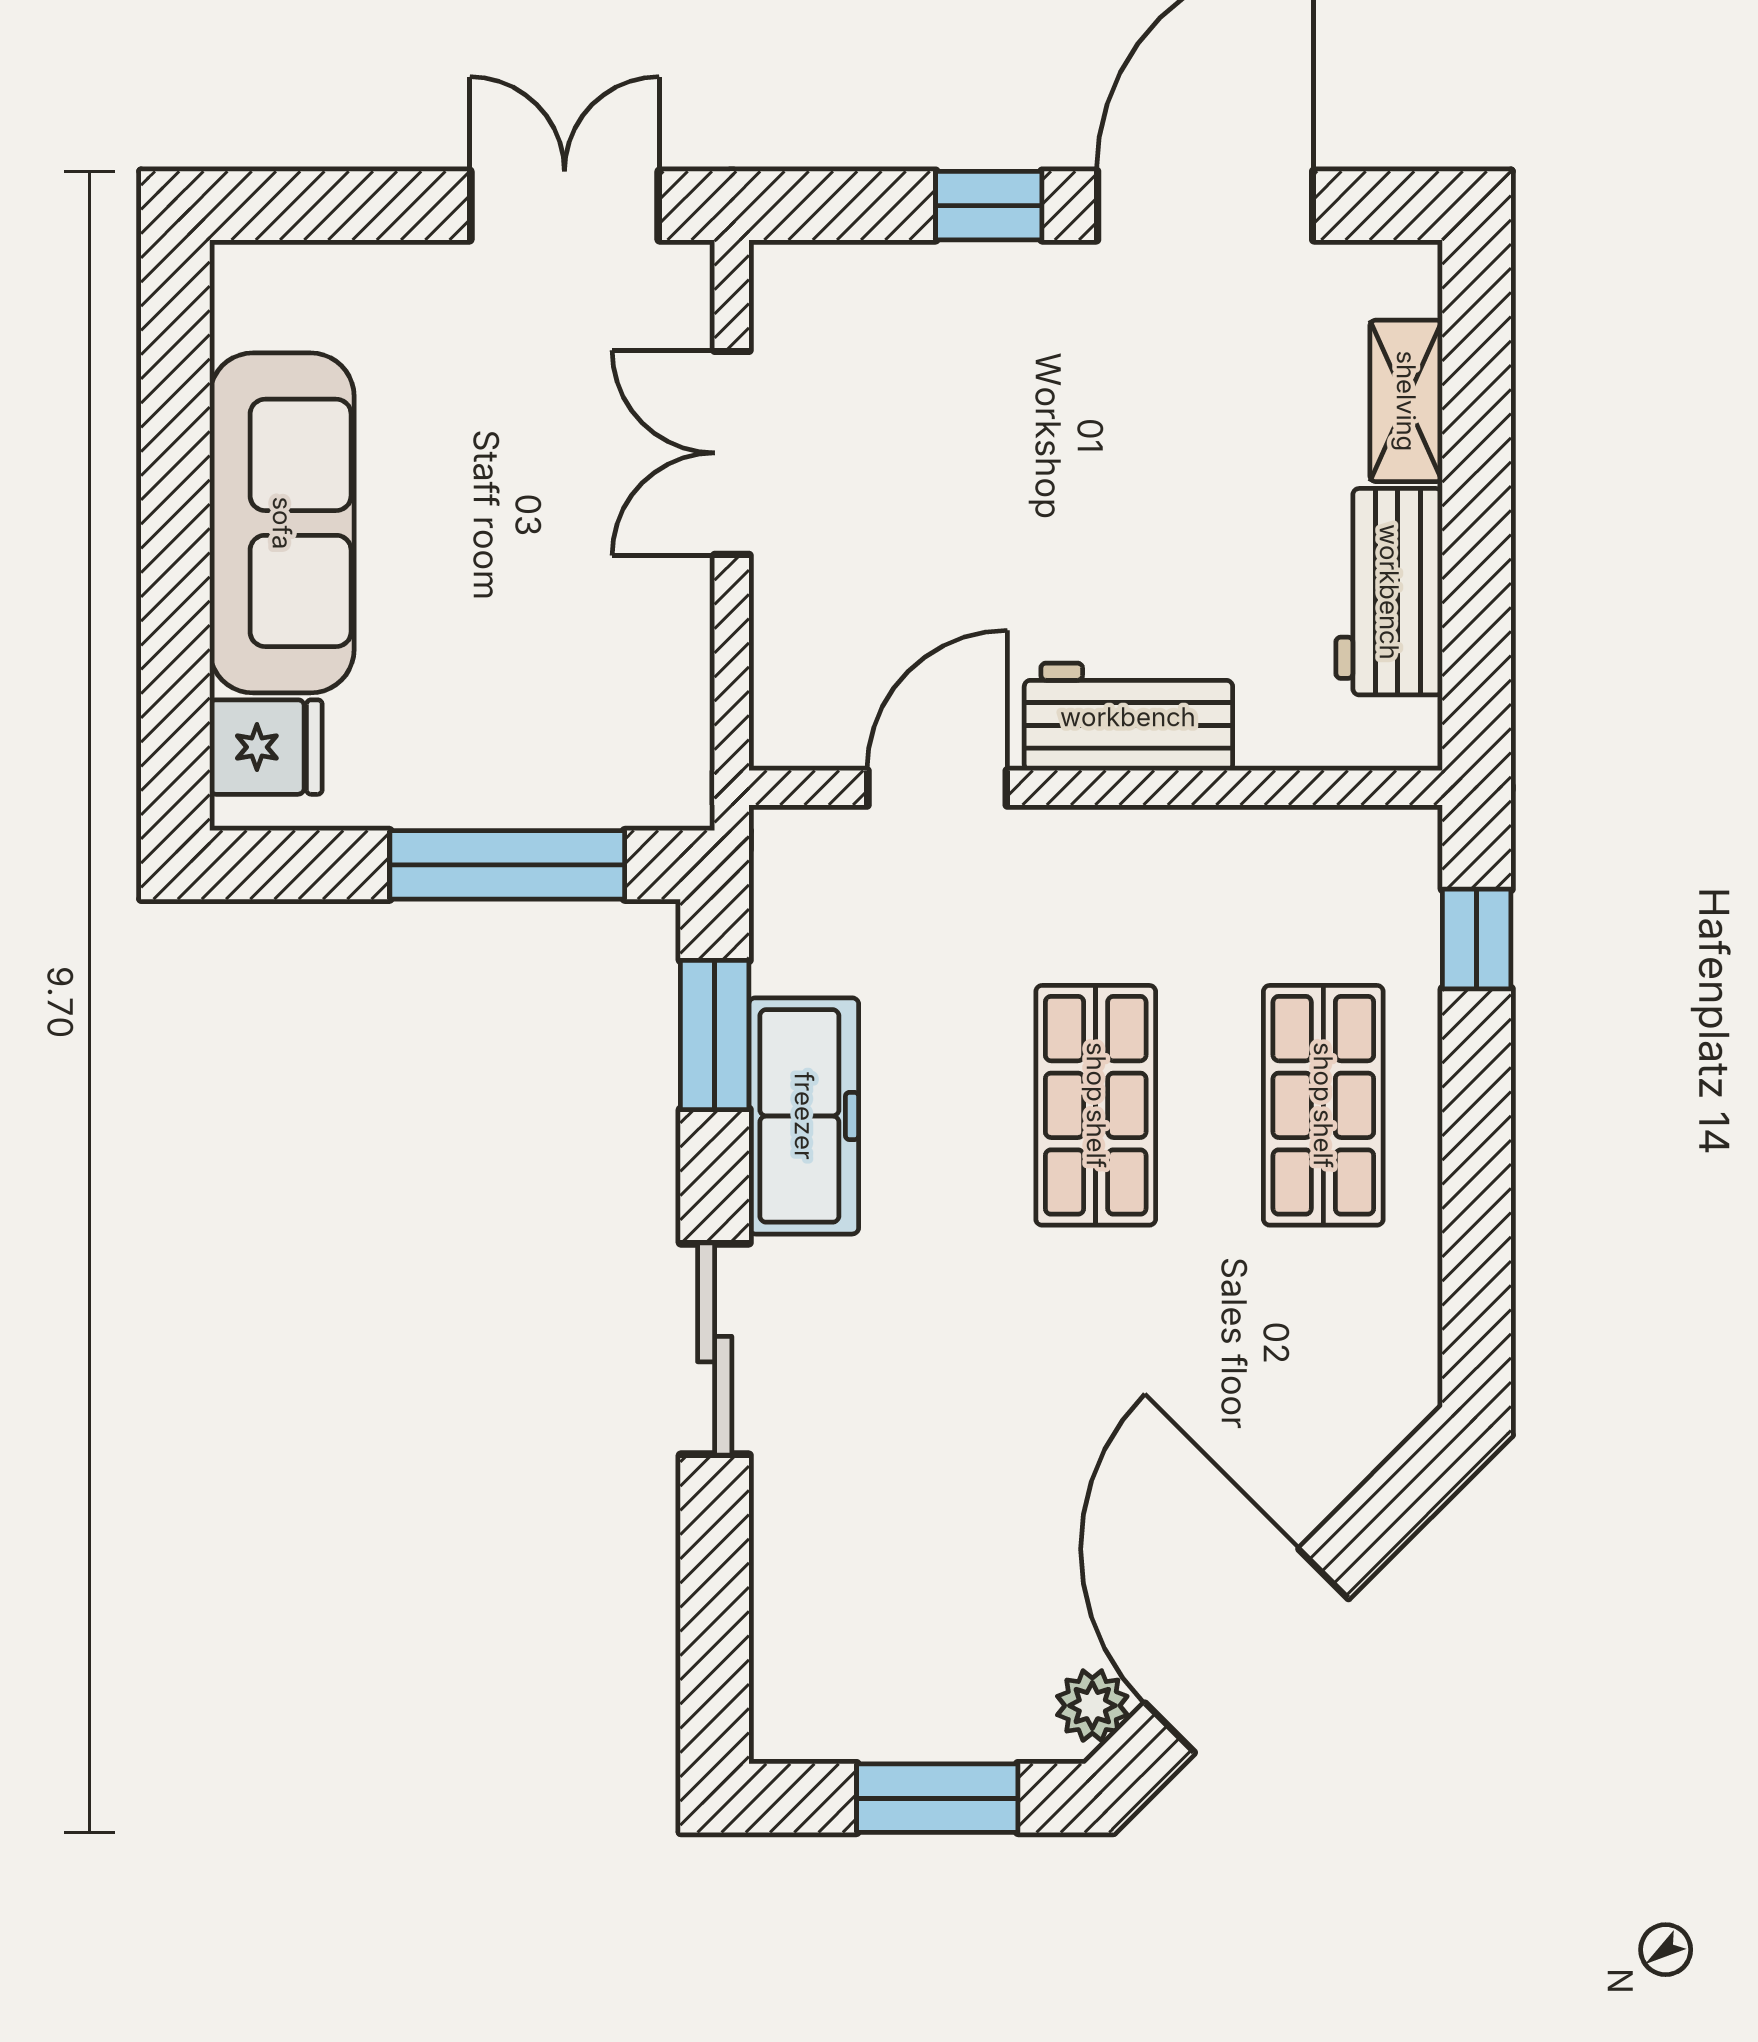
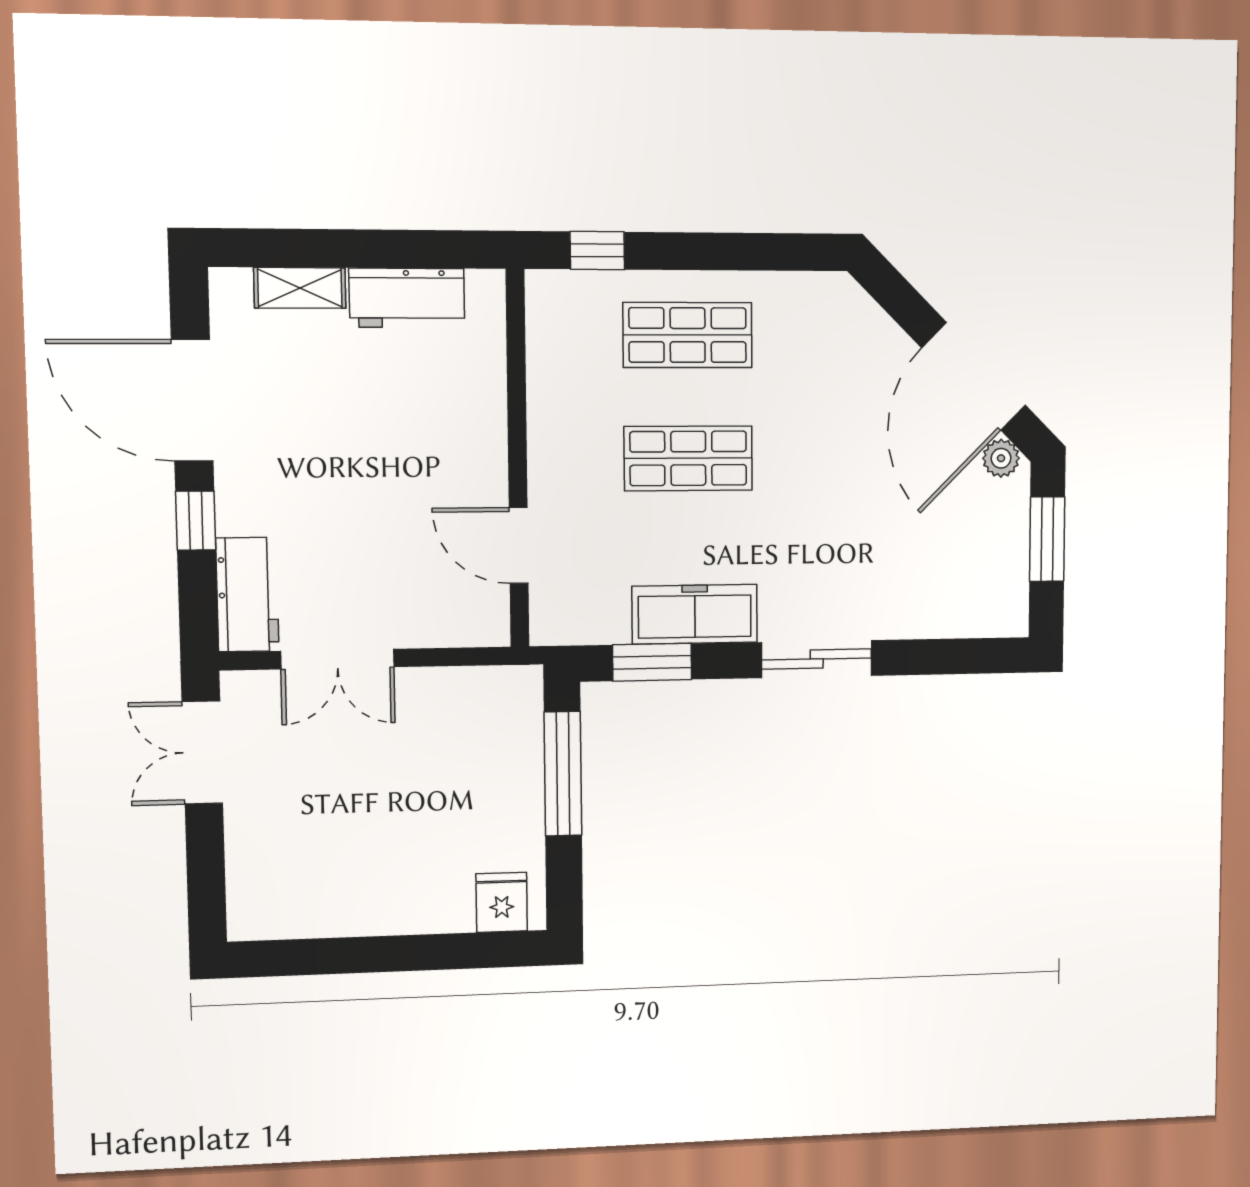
sofa: (282, 523) -> (381, 898), removed
workbench: (1128, 717) -> (247, 595), moved, turned 180
door: (1247, 1651) -> (974, 377), hinge flipped

